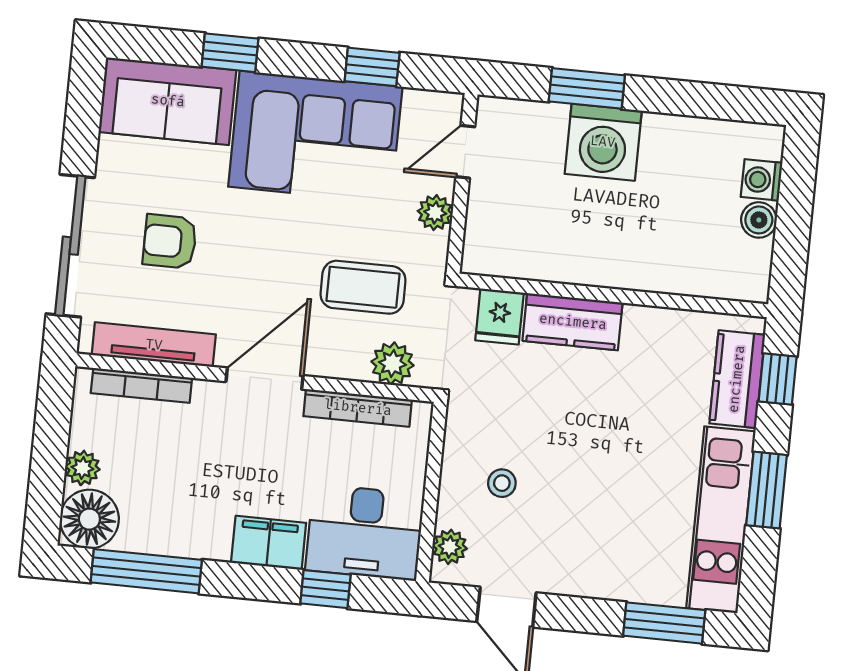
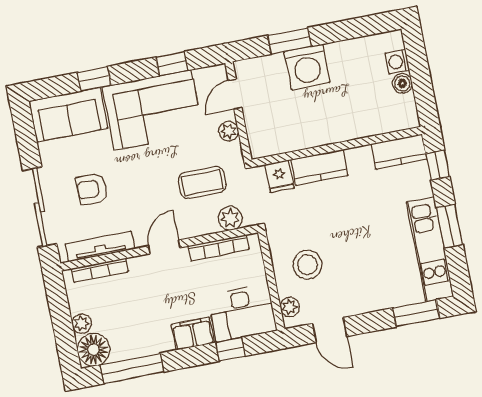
door: (264, 379) -> (164, 247), width x0.73
kitchen counter: (737, 379) -> (399, 152), moved, turned -90
stool: (502, 483) -> (307, 265), width x1.89, depth x1.89

